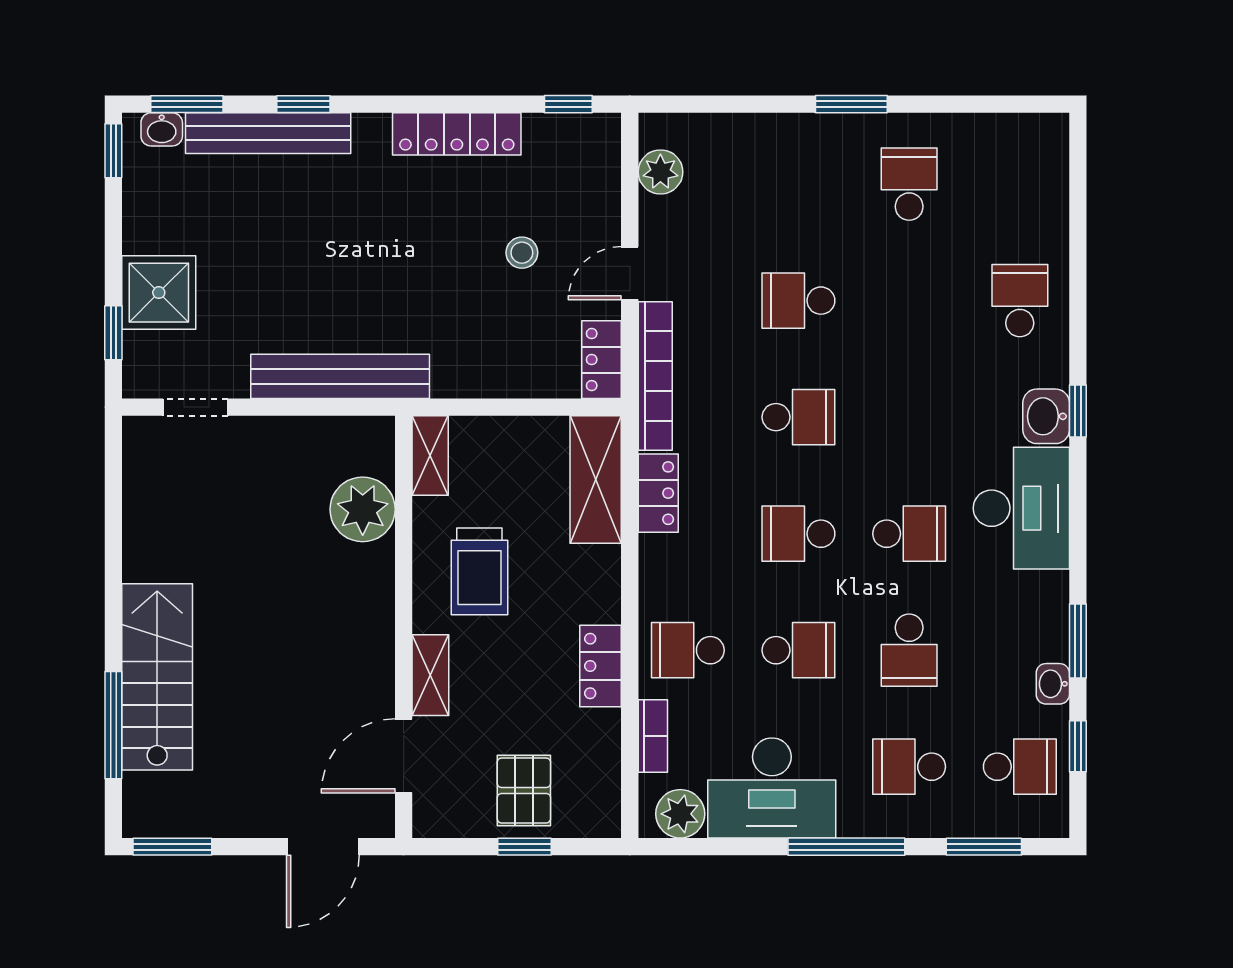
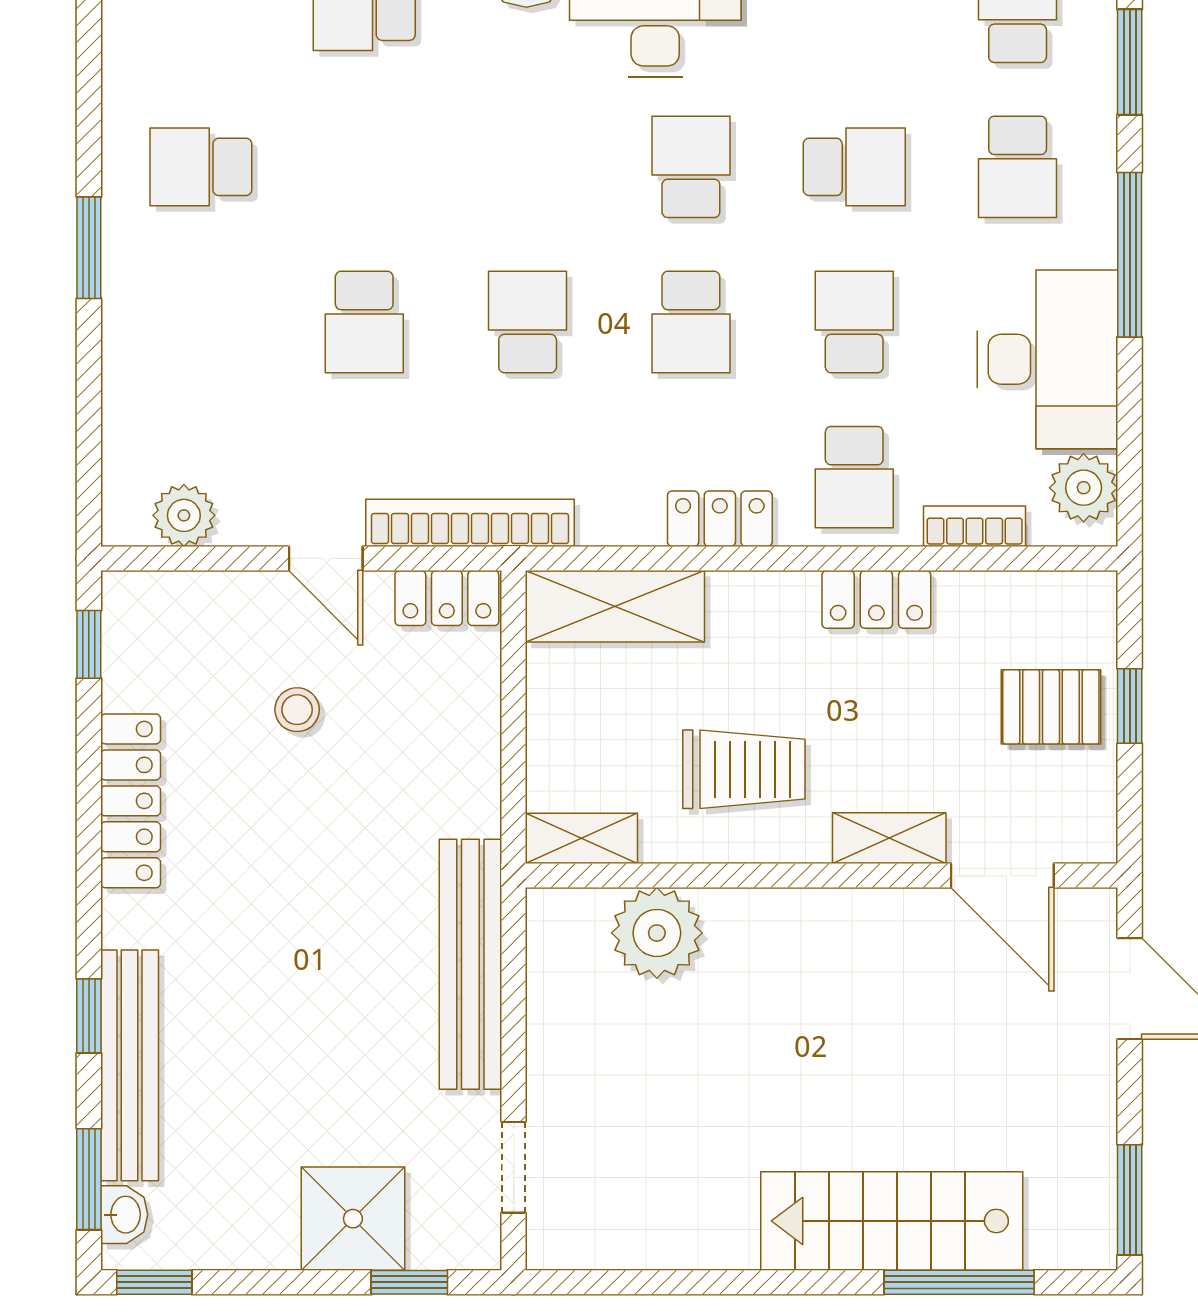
locker: (658, 493) -> (720, 519), moved

